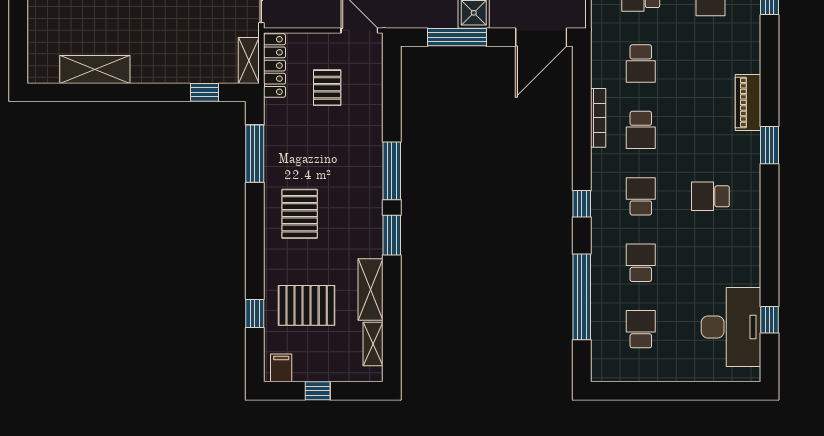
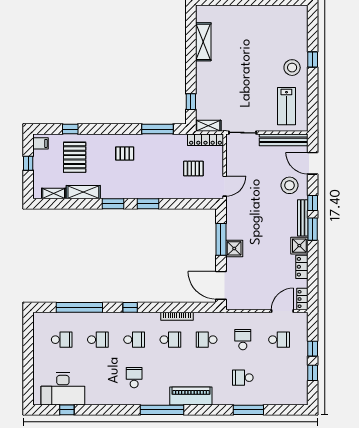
piano: (748, 102) -> (191, 396), width x1.37, depth x1.33
school desk: (641, 130) -> (170, 340), turned 180
window: (770, 145) -> (162, 410), width x2.11
window: (392, 171) -> (148, 204), width x0.69
pallet: (300, 214) -> (125, 153), width x0.67, depth x0.71

